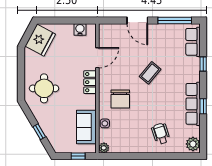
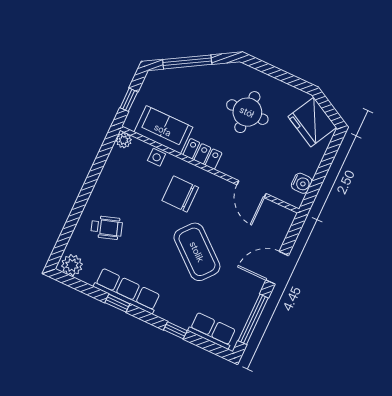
coffee table: (150, 73) -> (197, 252), width x1.86, depth x1.72
locker: (90, 82) -> (202, 154), moved
round table: (44, 88) -> (247, 112), moved
window: (39, 132) -> (187, 62), width x2.17

